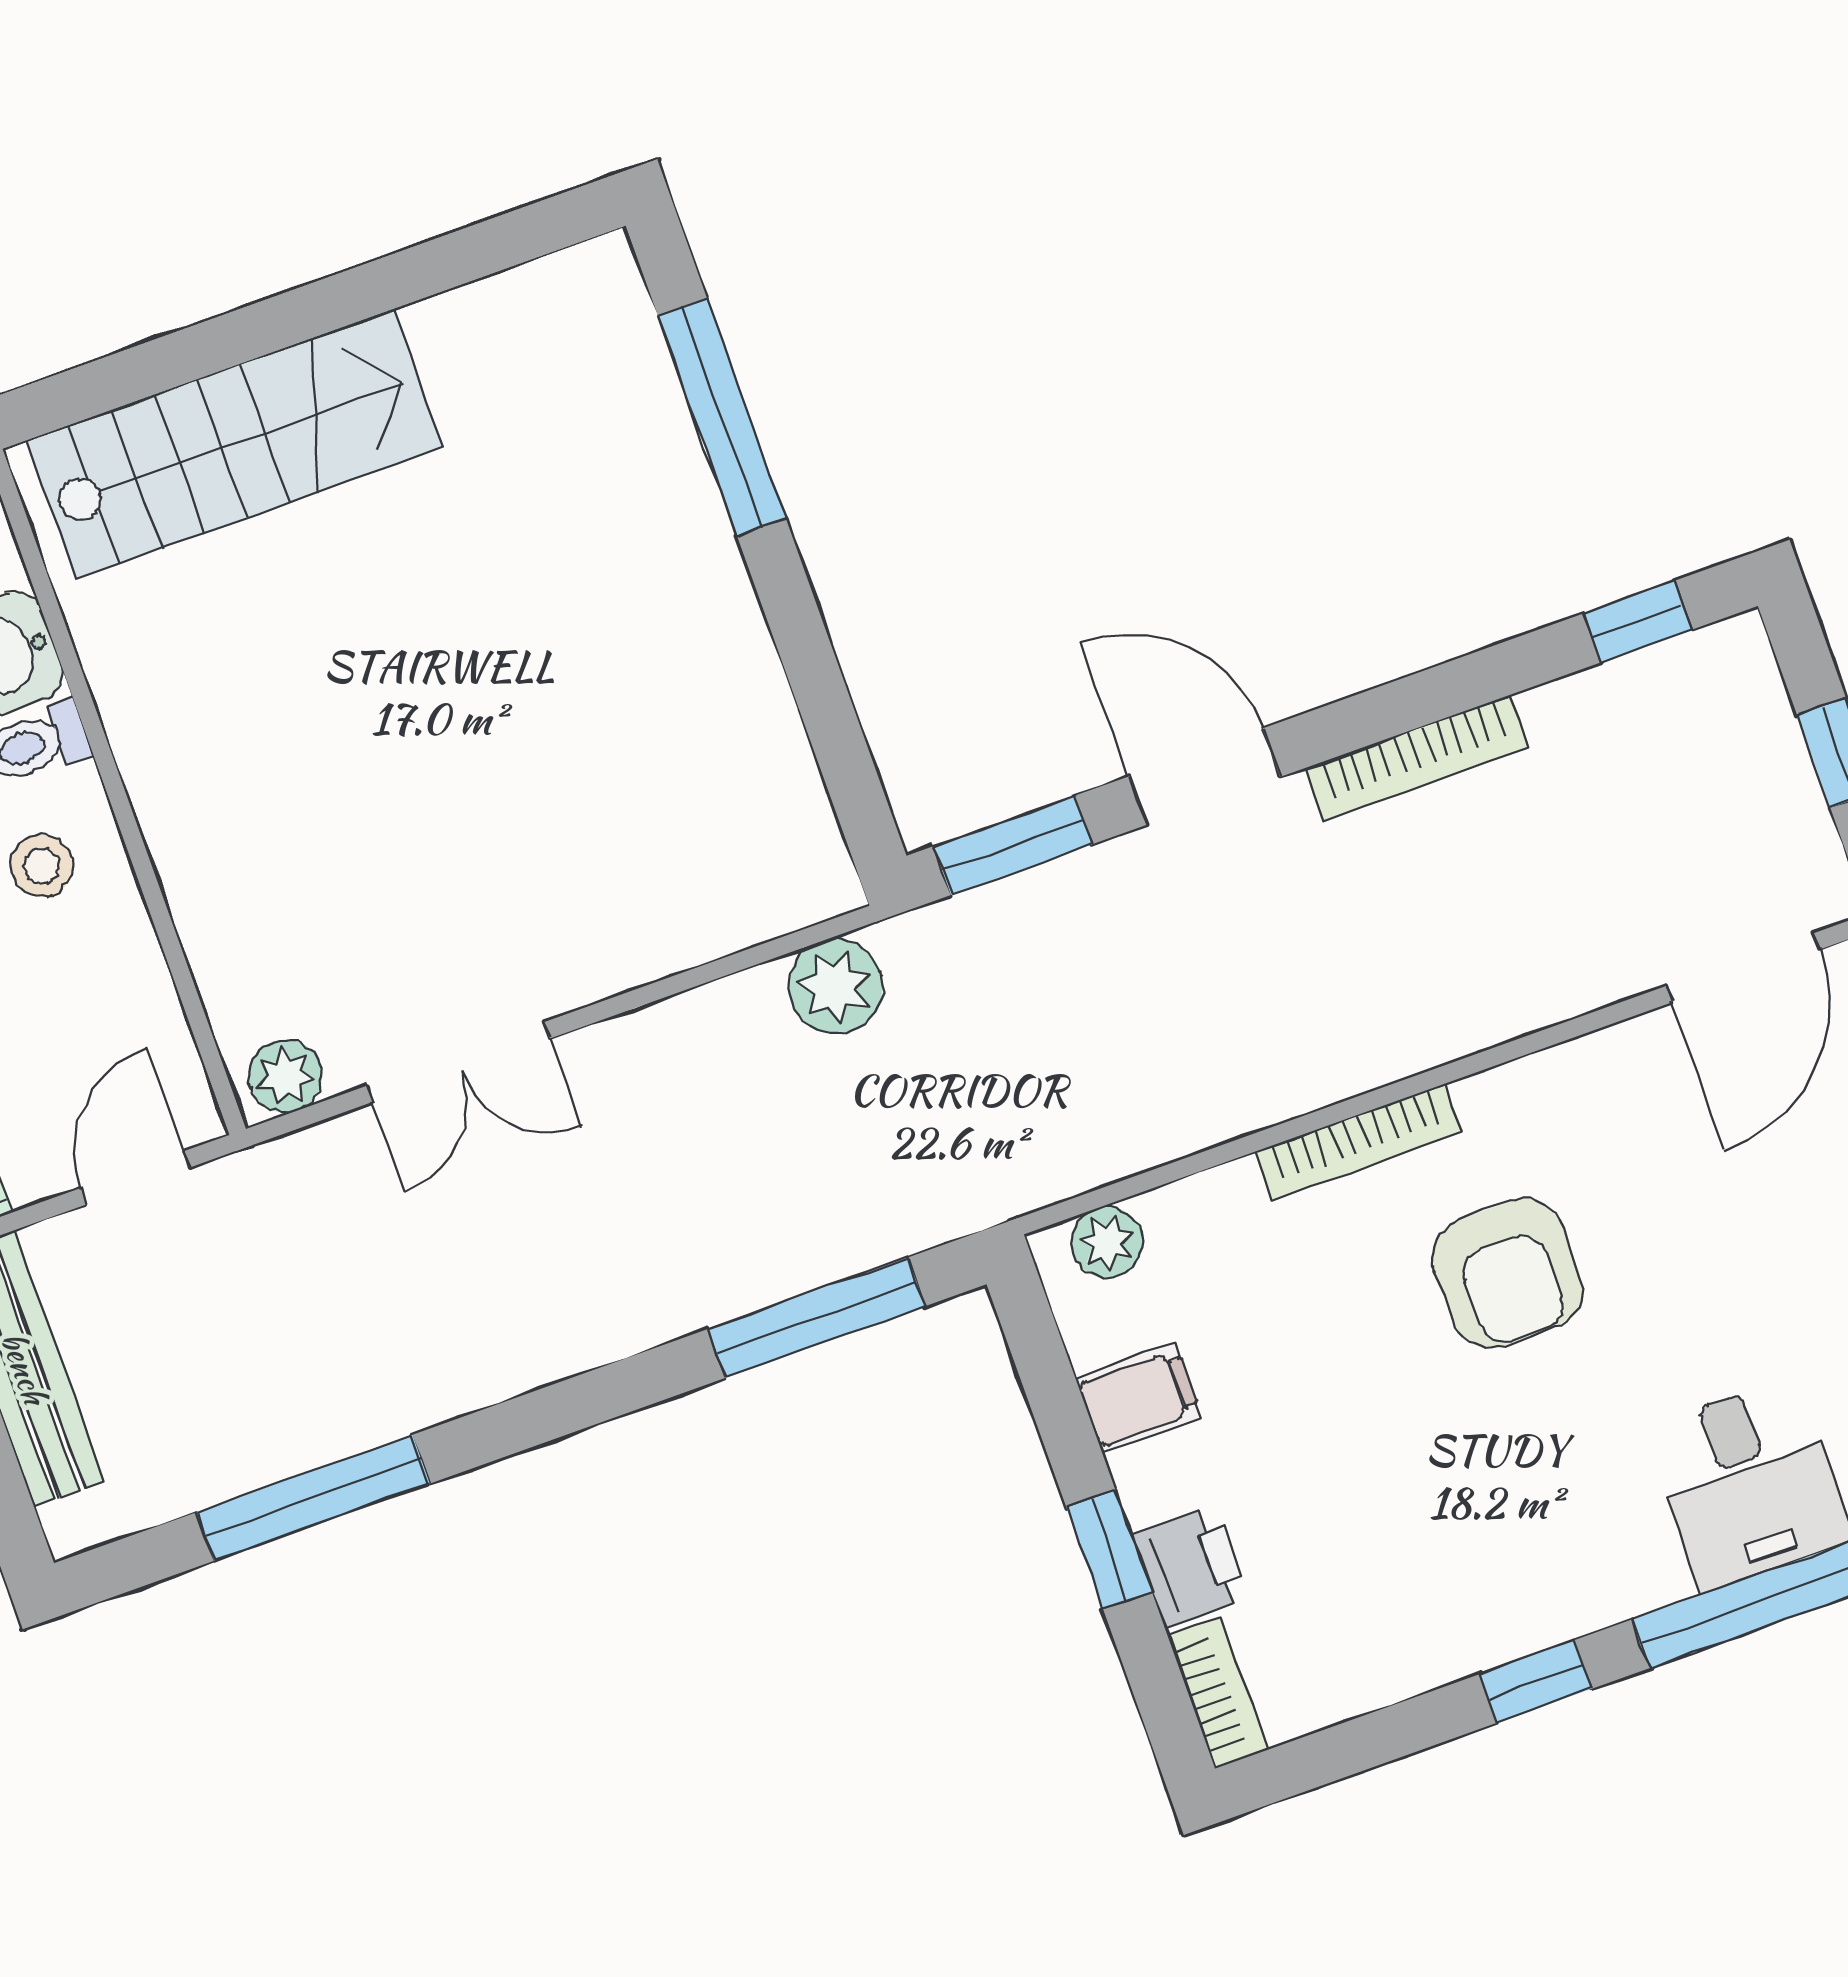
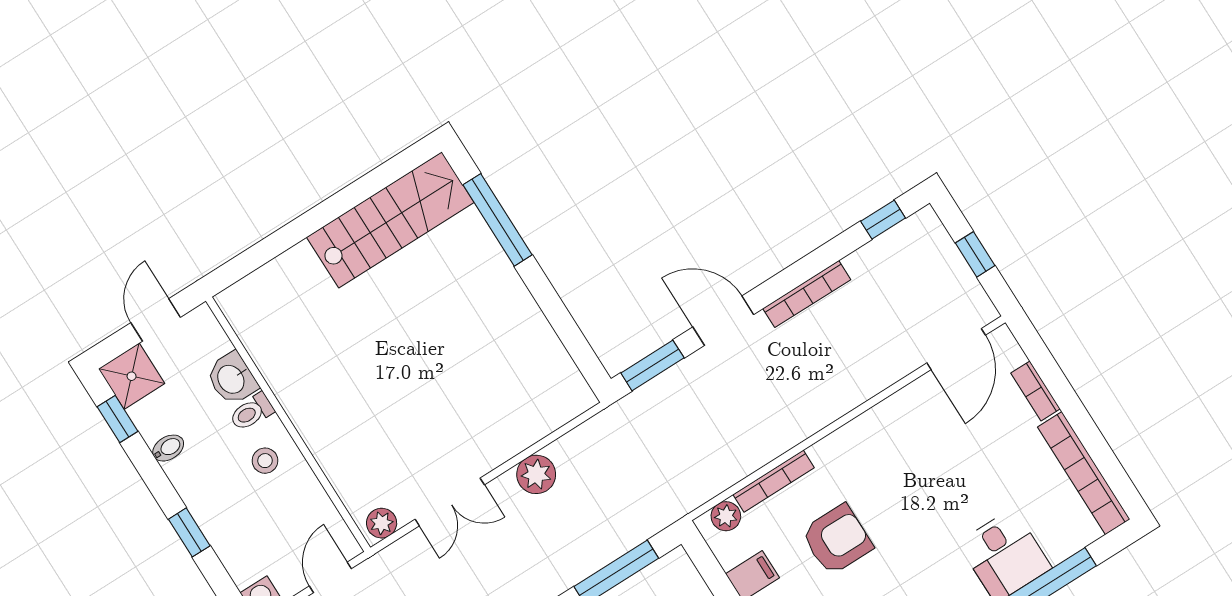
stairs: (234, 444) -> (390, 220), moved
plant: (835, 986) -> (536, 474), moved
bookcase: (1358, 1142) -> (774, 481), moved
armchair: (1508, 1273) -> (837, 539), moved, turned -90

